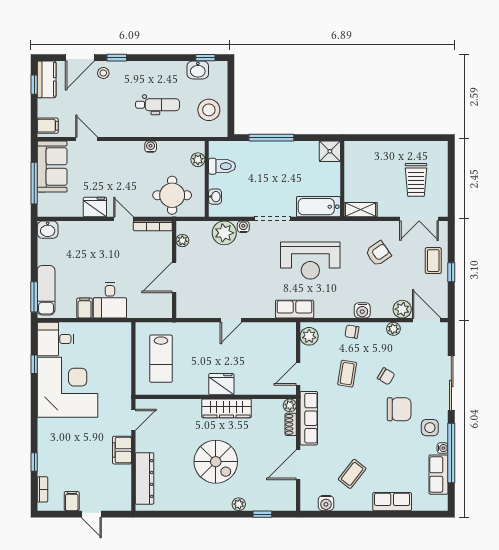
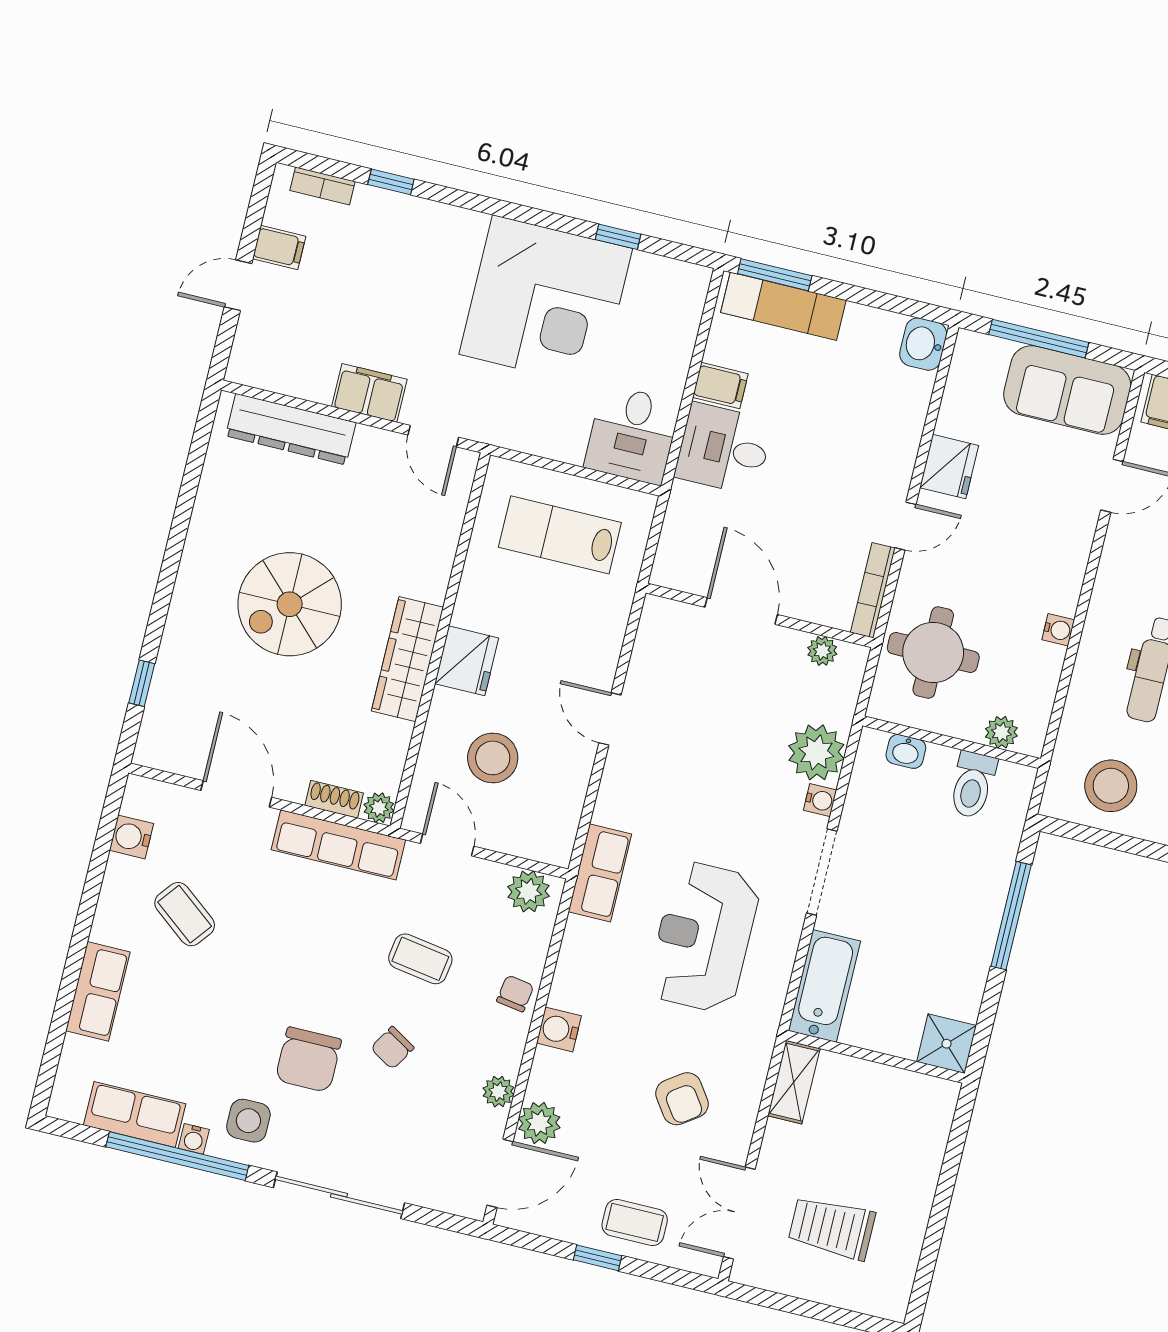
desk: (56, 339) -> (632, 435), moved, turned 180
stool: (258, 364) -> (493, 758), added
plant: (239, 504) -> (178, 634), removed

